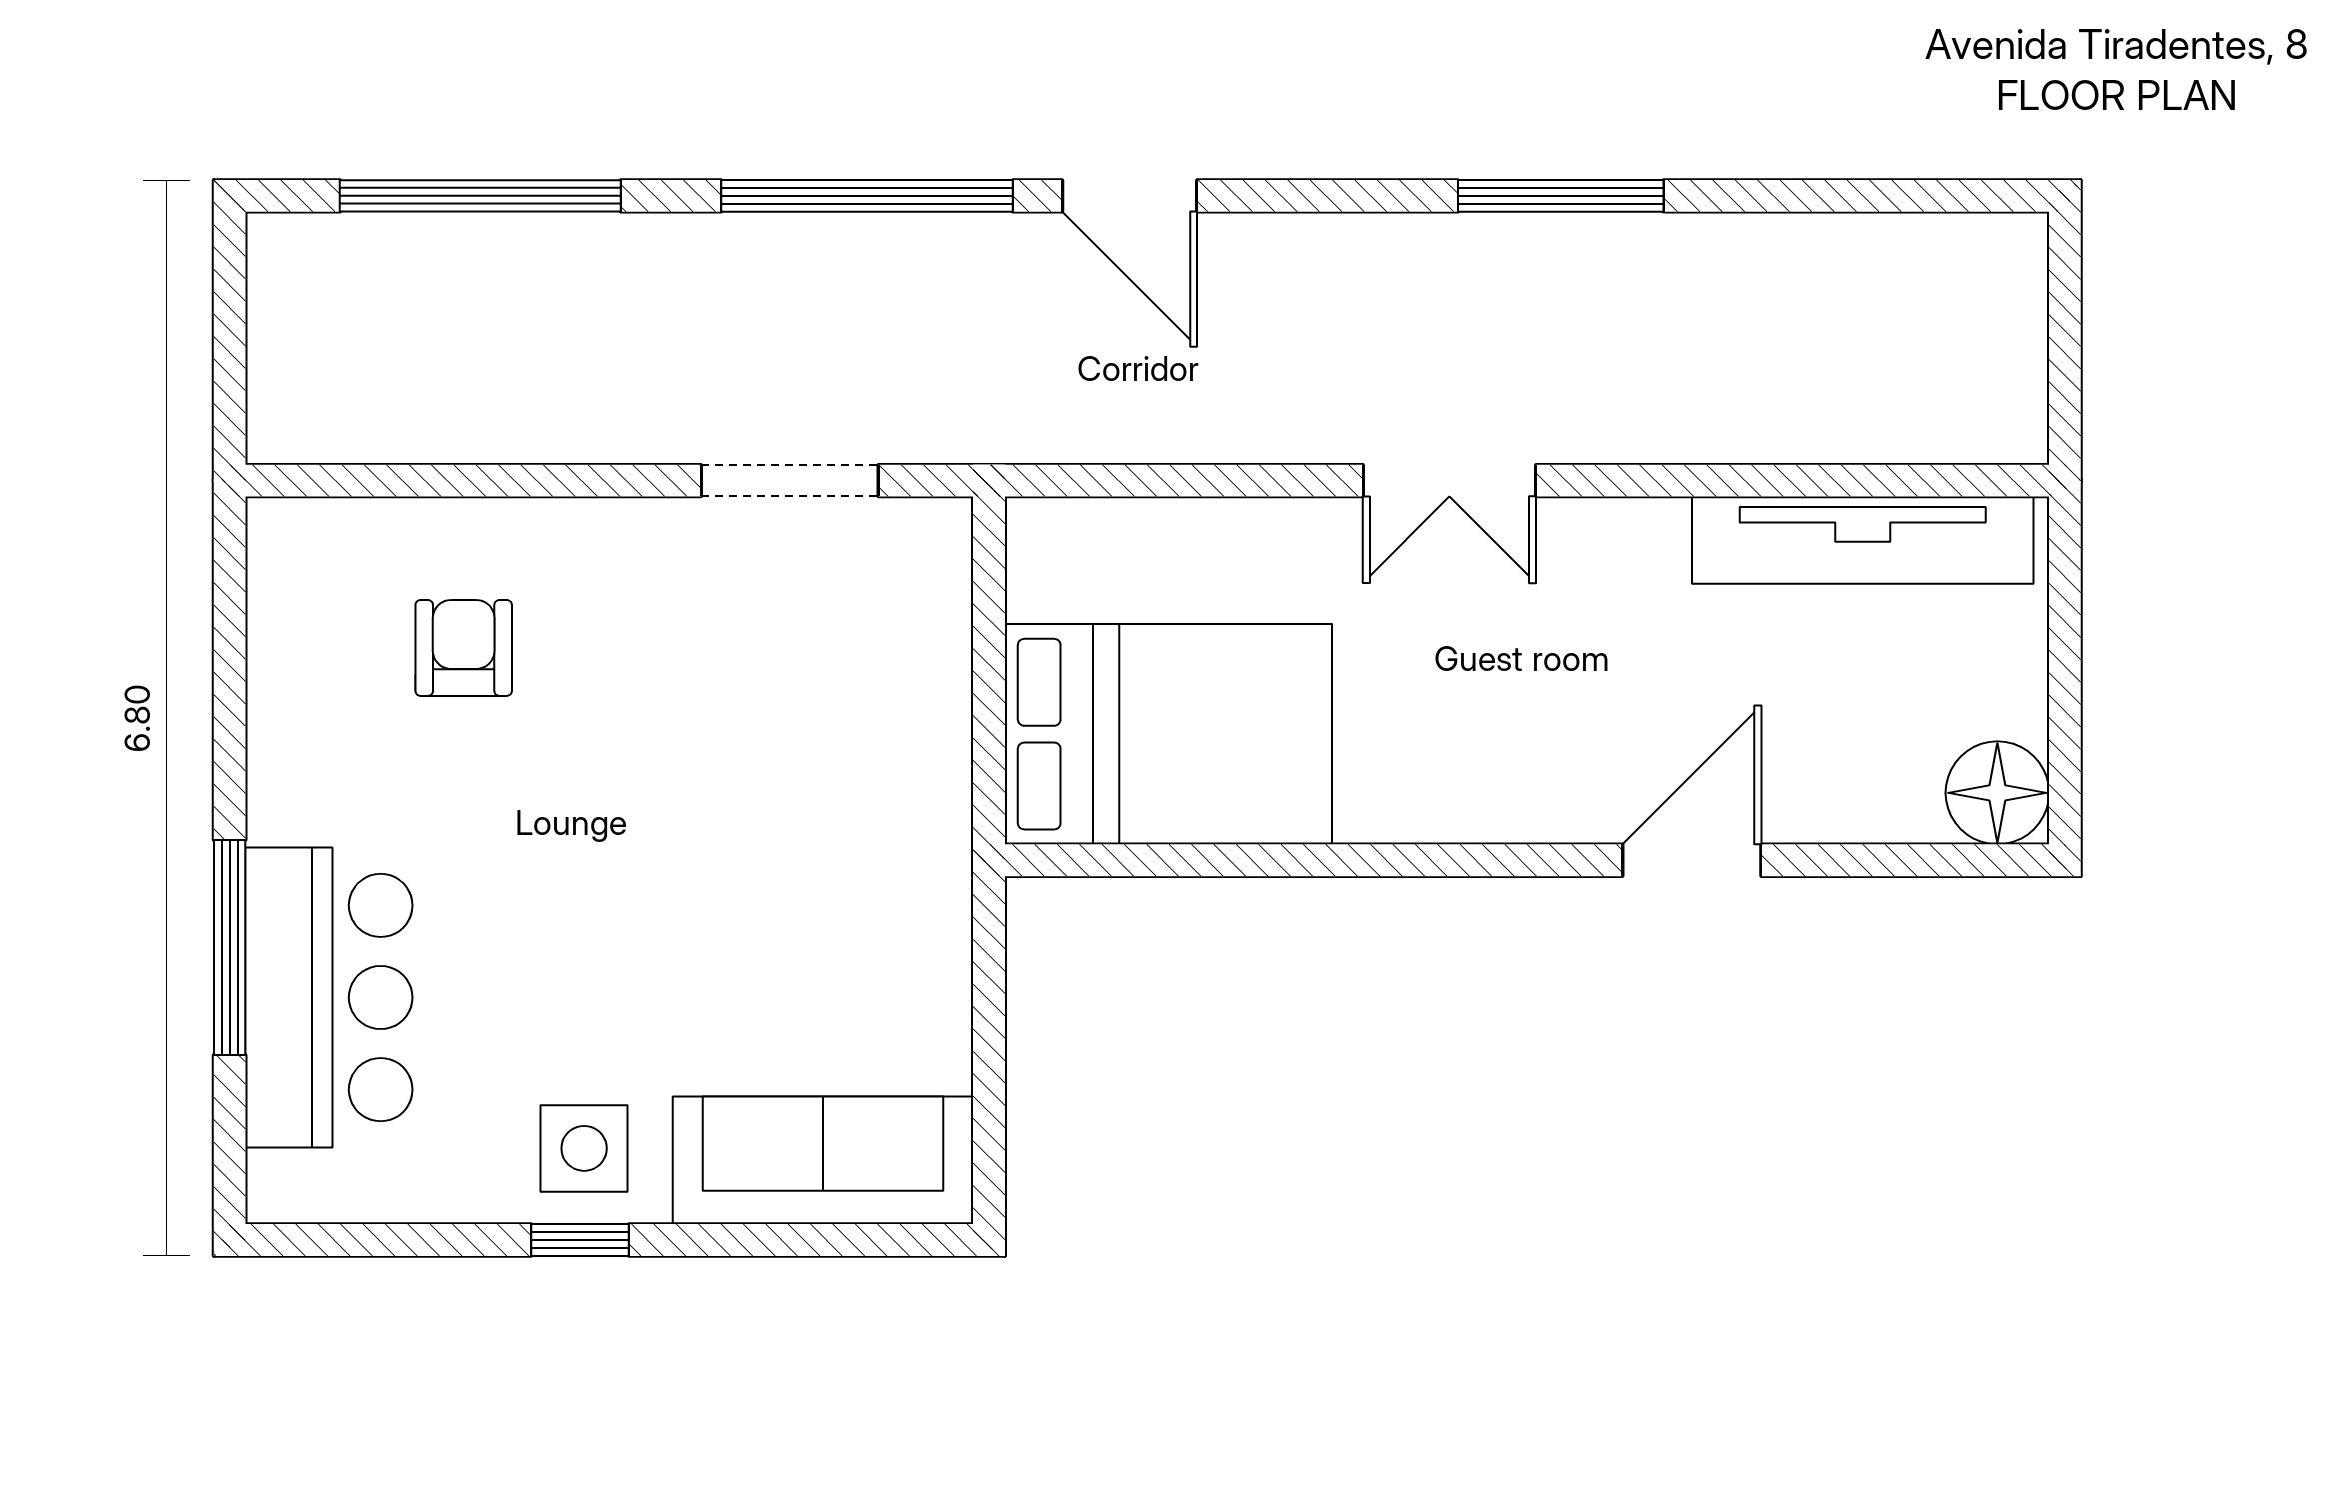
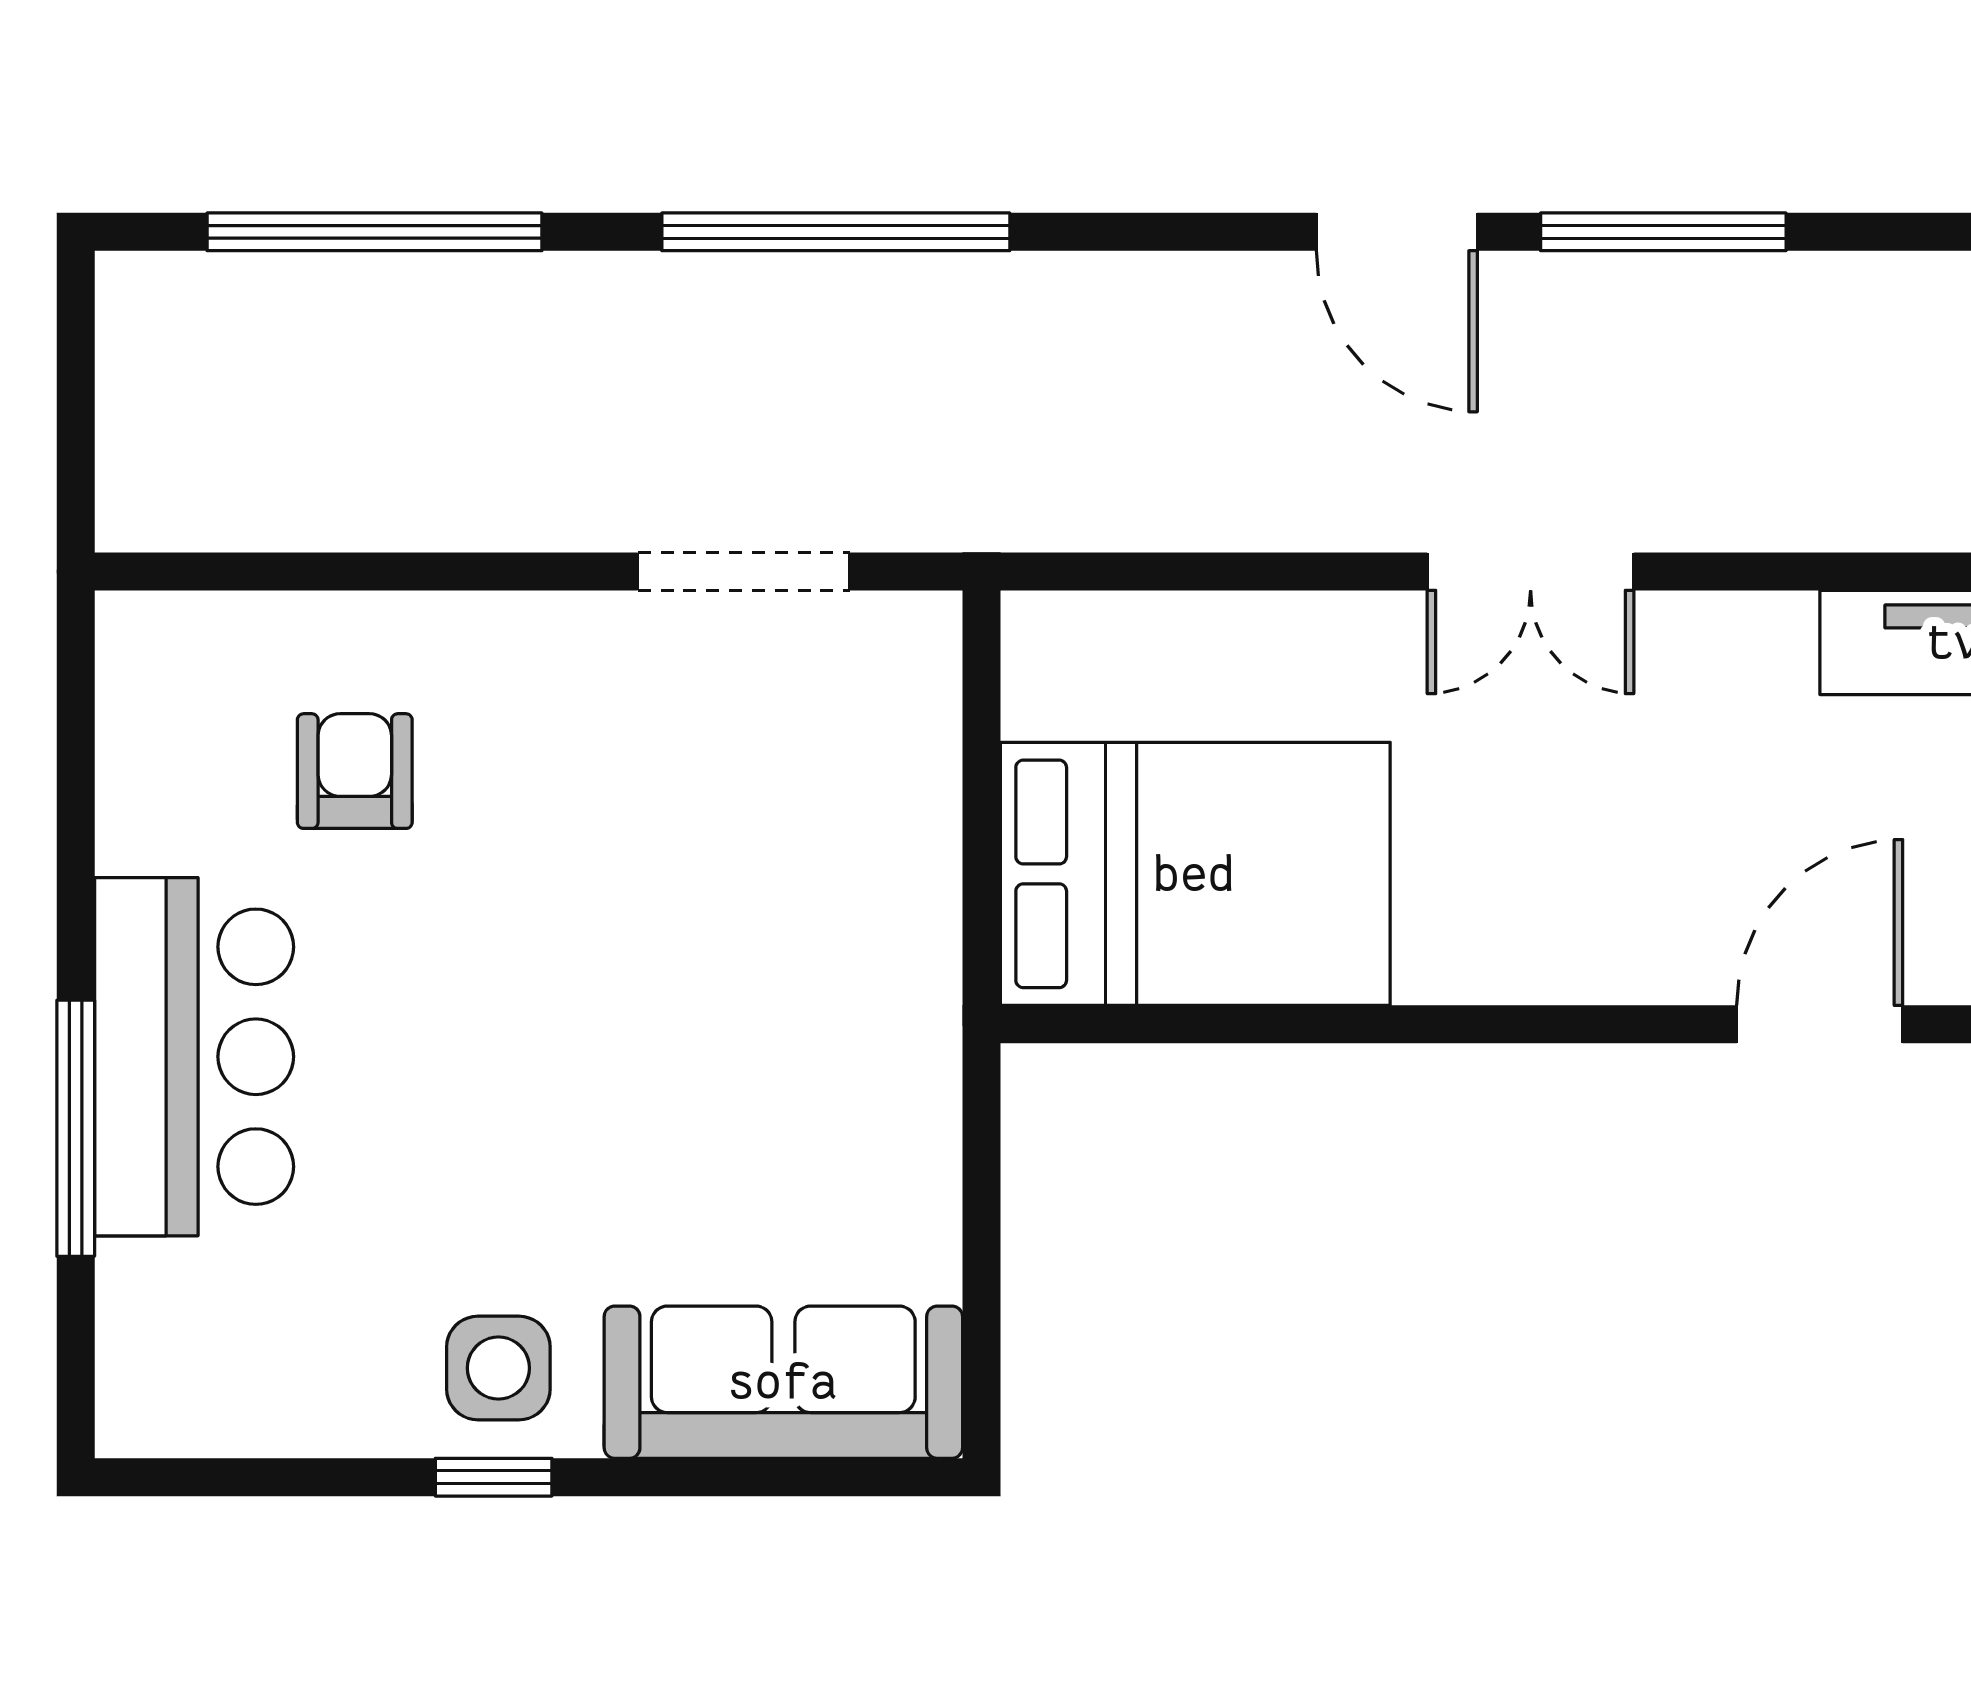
door: (1130, 196) -> (1397, 232), moved
bar counter: (329, 998) -> (194, 1057), moved

